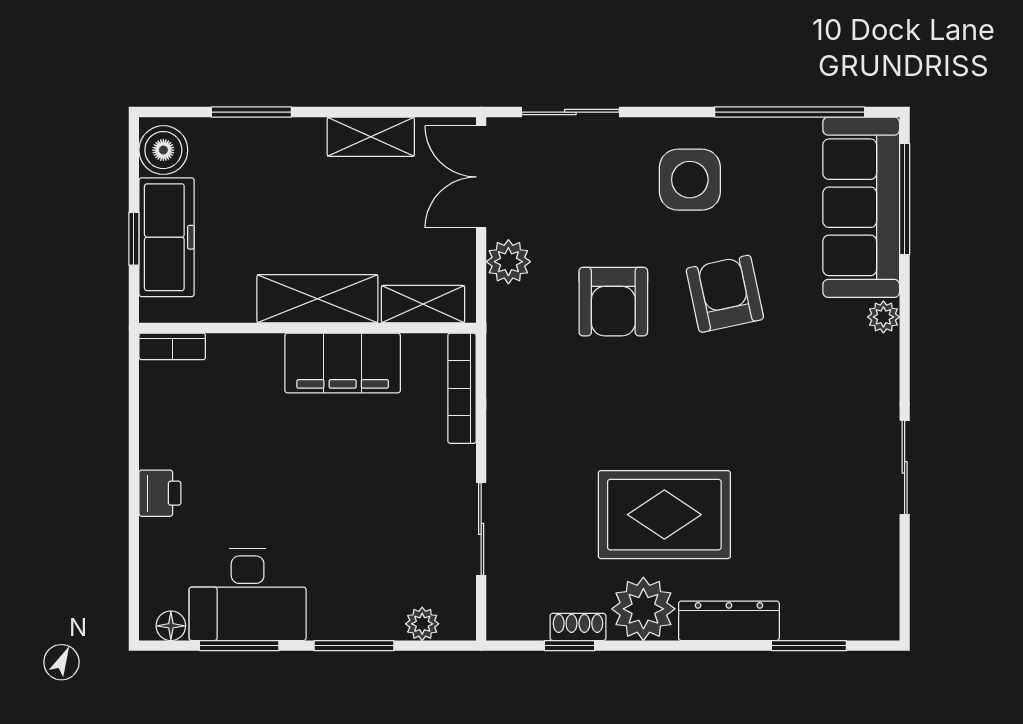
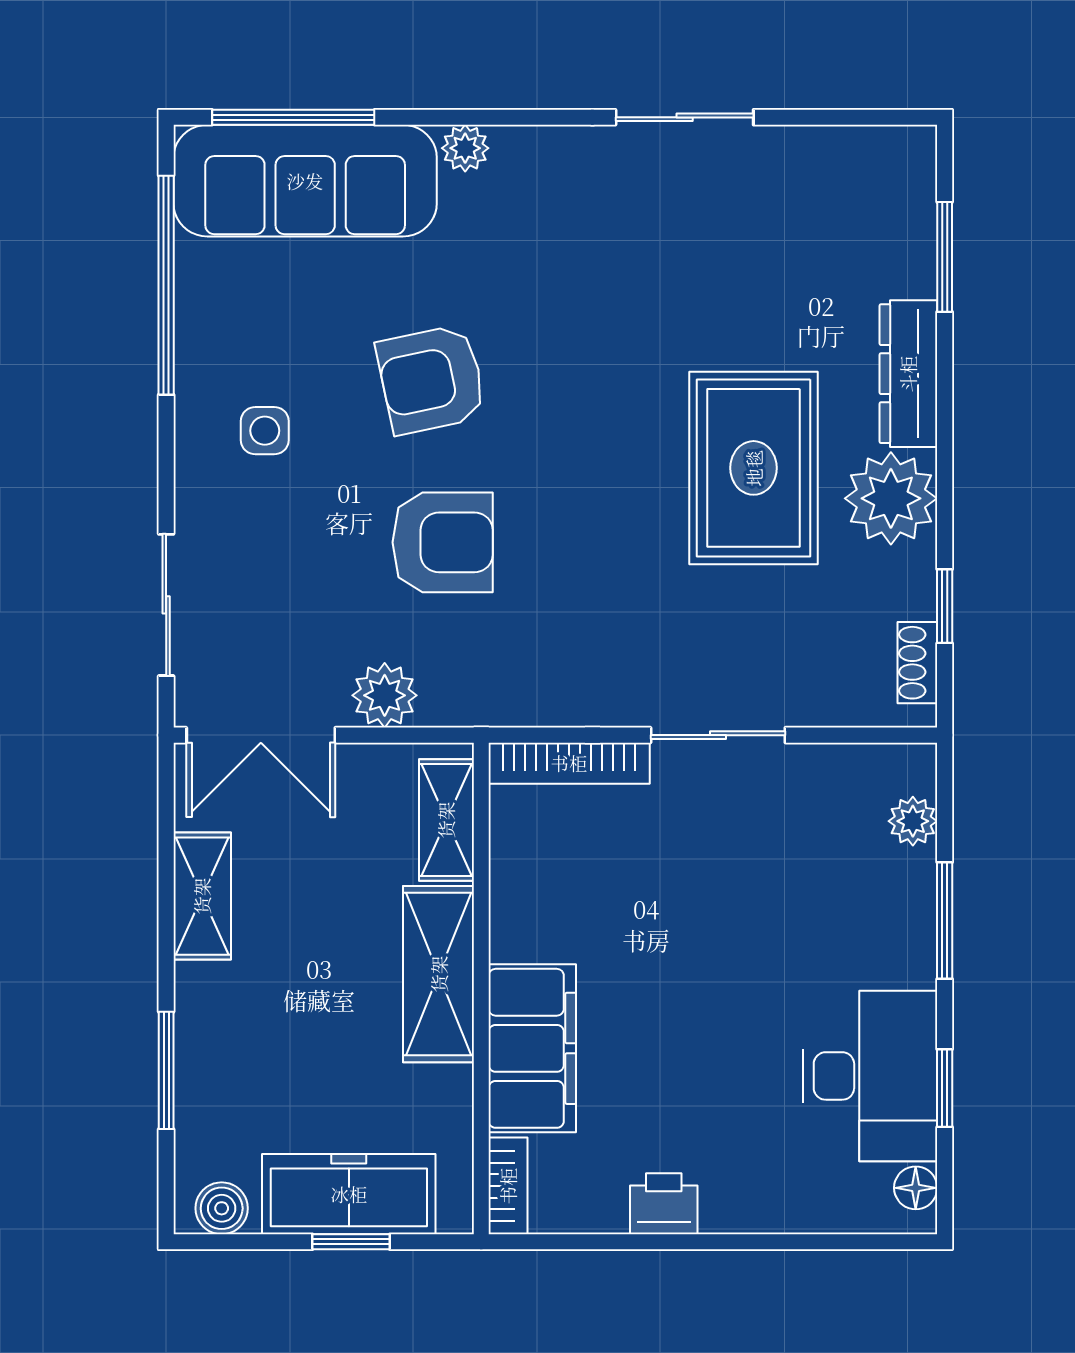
boiler: (163, 150) -> (222, 1208), width x0.73, depth x0.73
side table: (690, 180) -> (265, 431), width x0.54, depth x0.54
filing cabinet: (343, 363) -> (532, 1048), moved
printer: (160, 493) -> (664, 1204), moved
sliding door: (481, 529) -> (718, 735), moved
shoe rack: (578, 627) -> (917, 663), moved
window: (239, 646) -> (945, 1088), width x0.67

